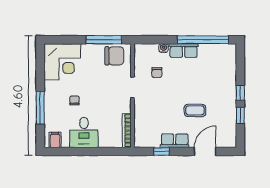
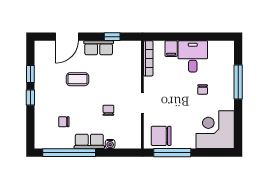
chair: (208, 69) -> (64, 122), added
chair: (157, 73) -> (108, 110), moved
filing cabinet: (55, 140) -> (171, 49), moved

